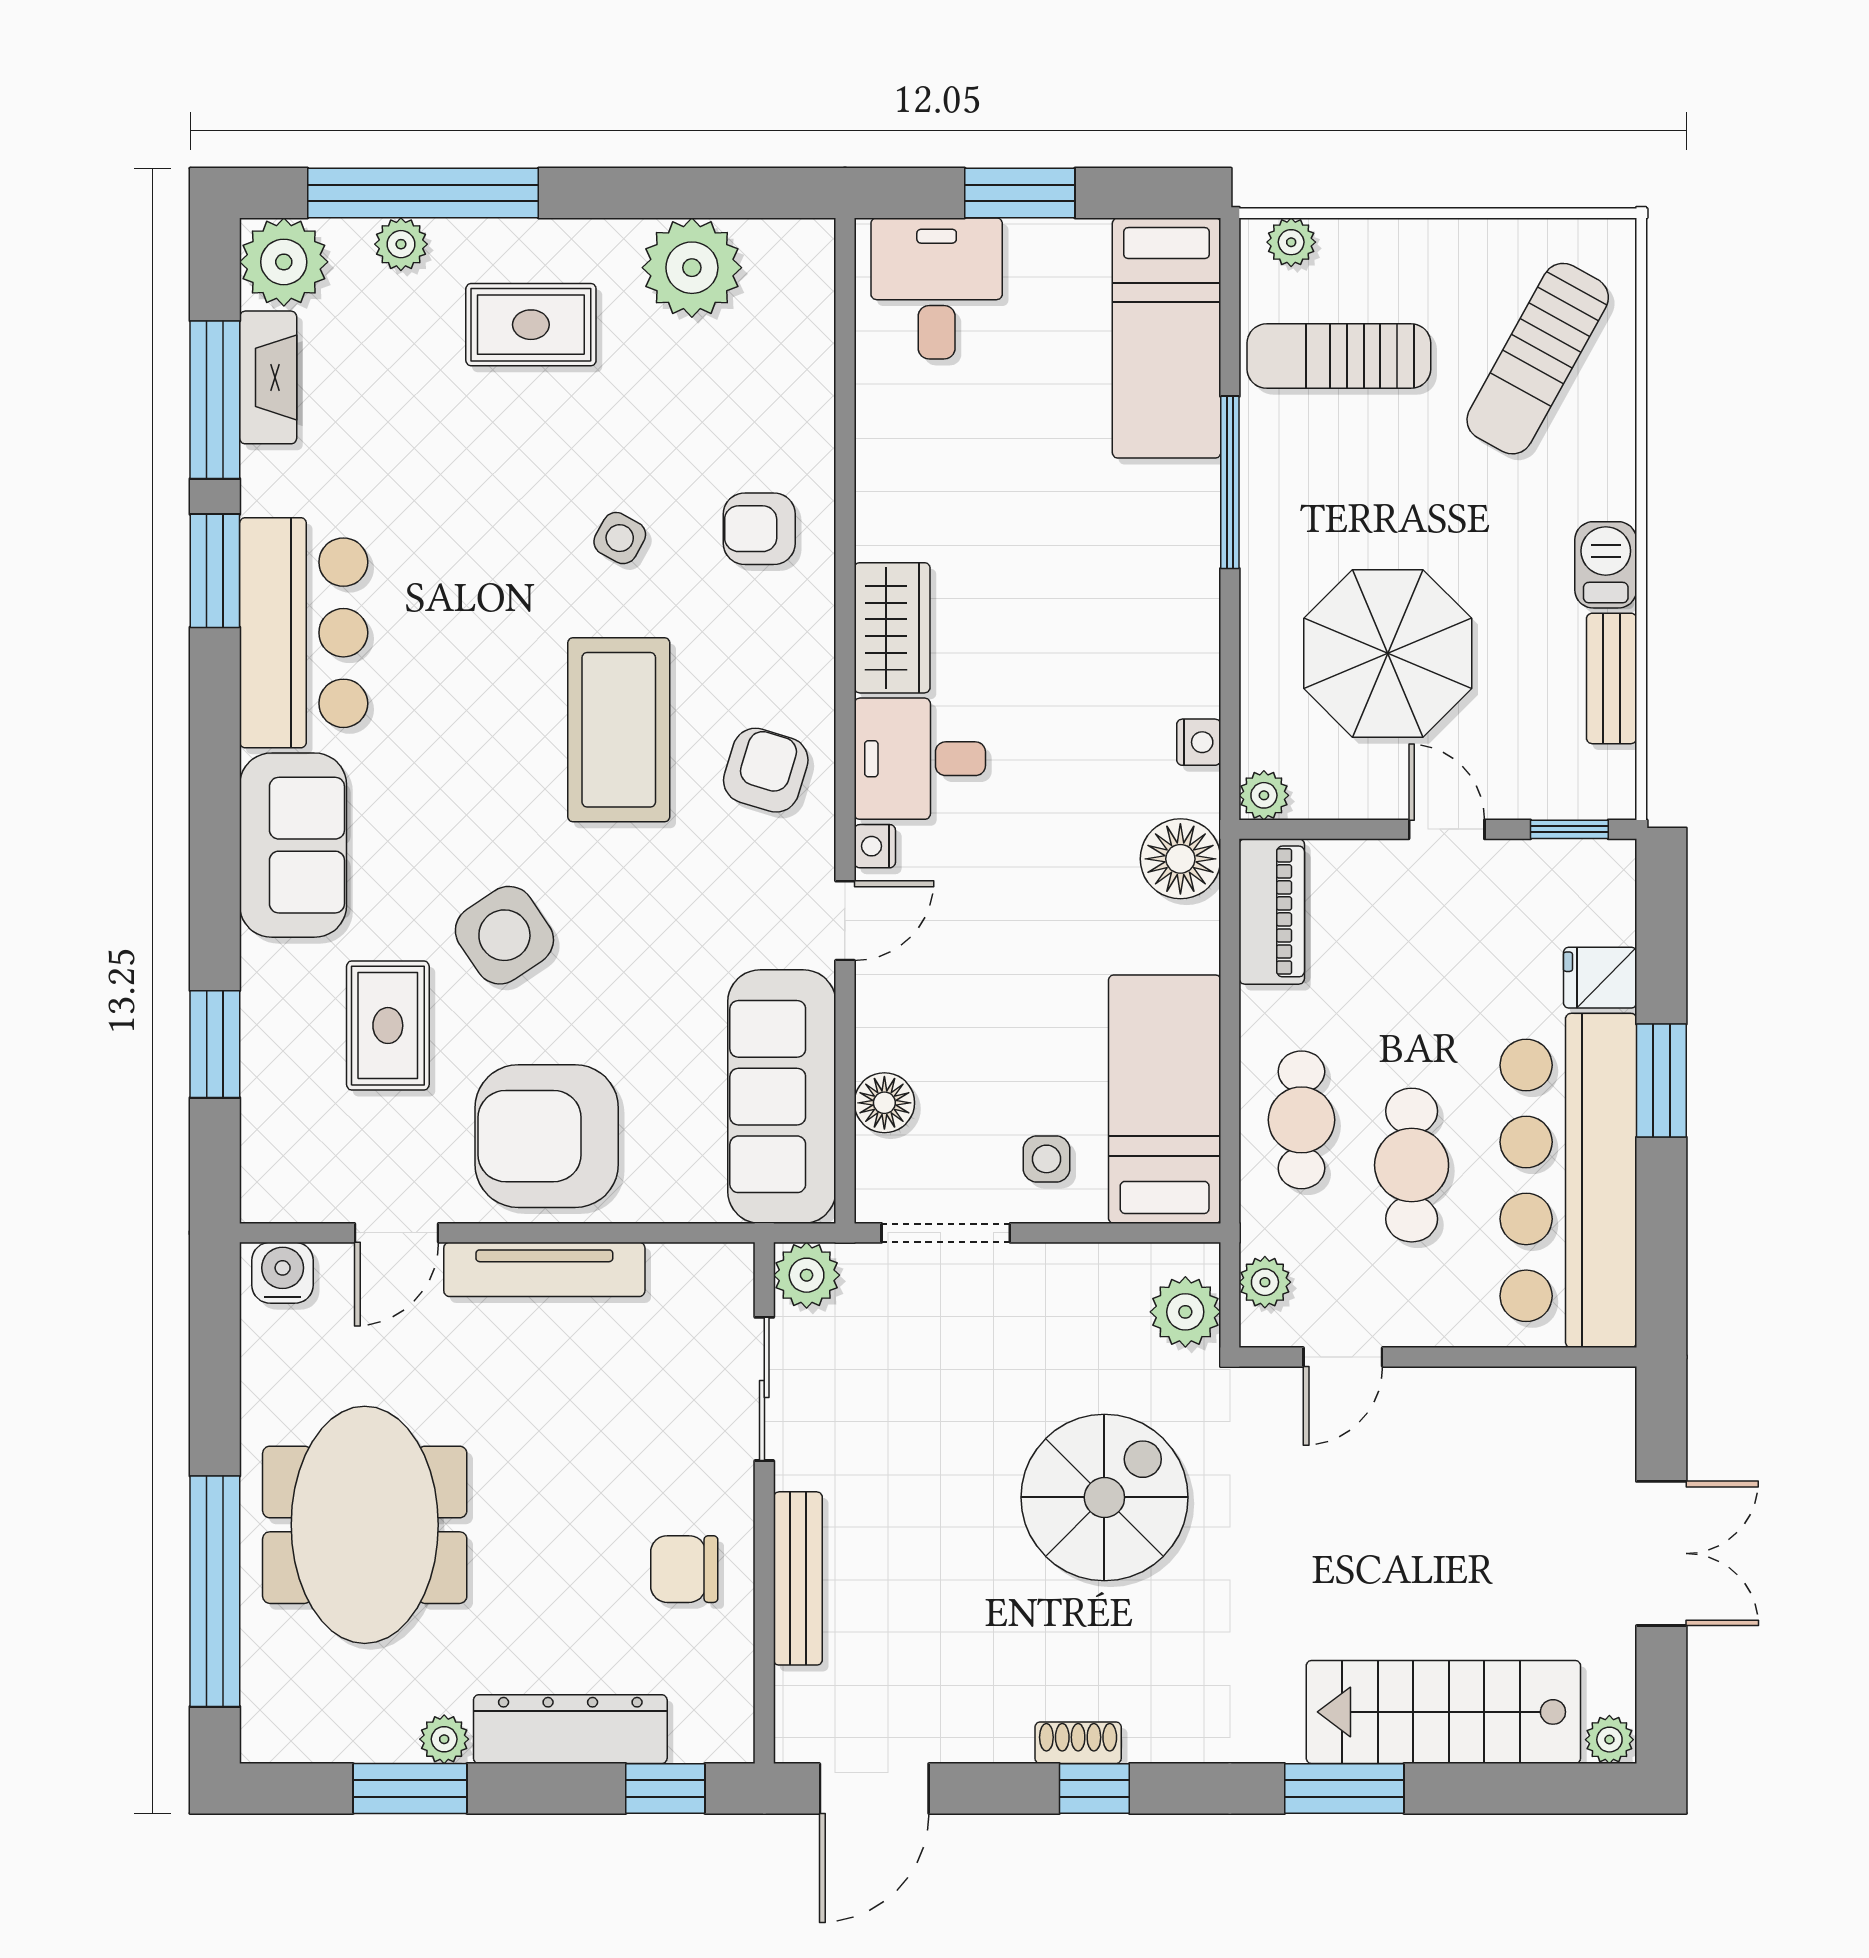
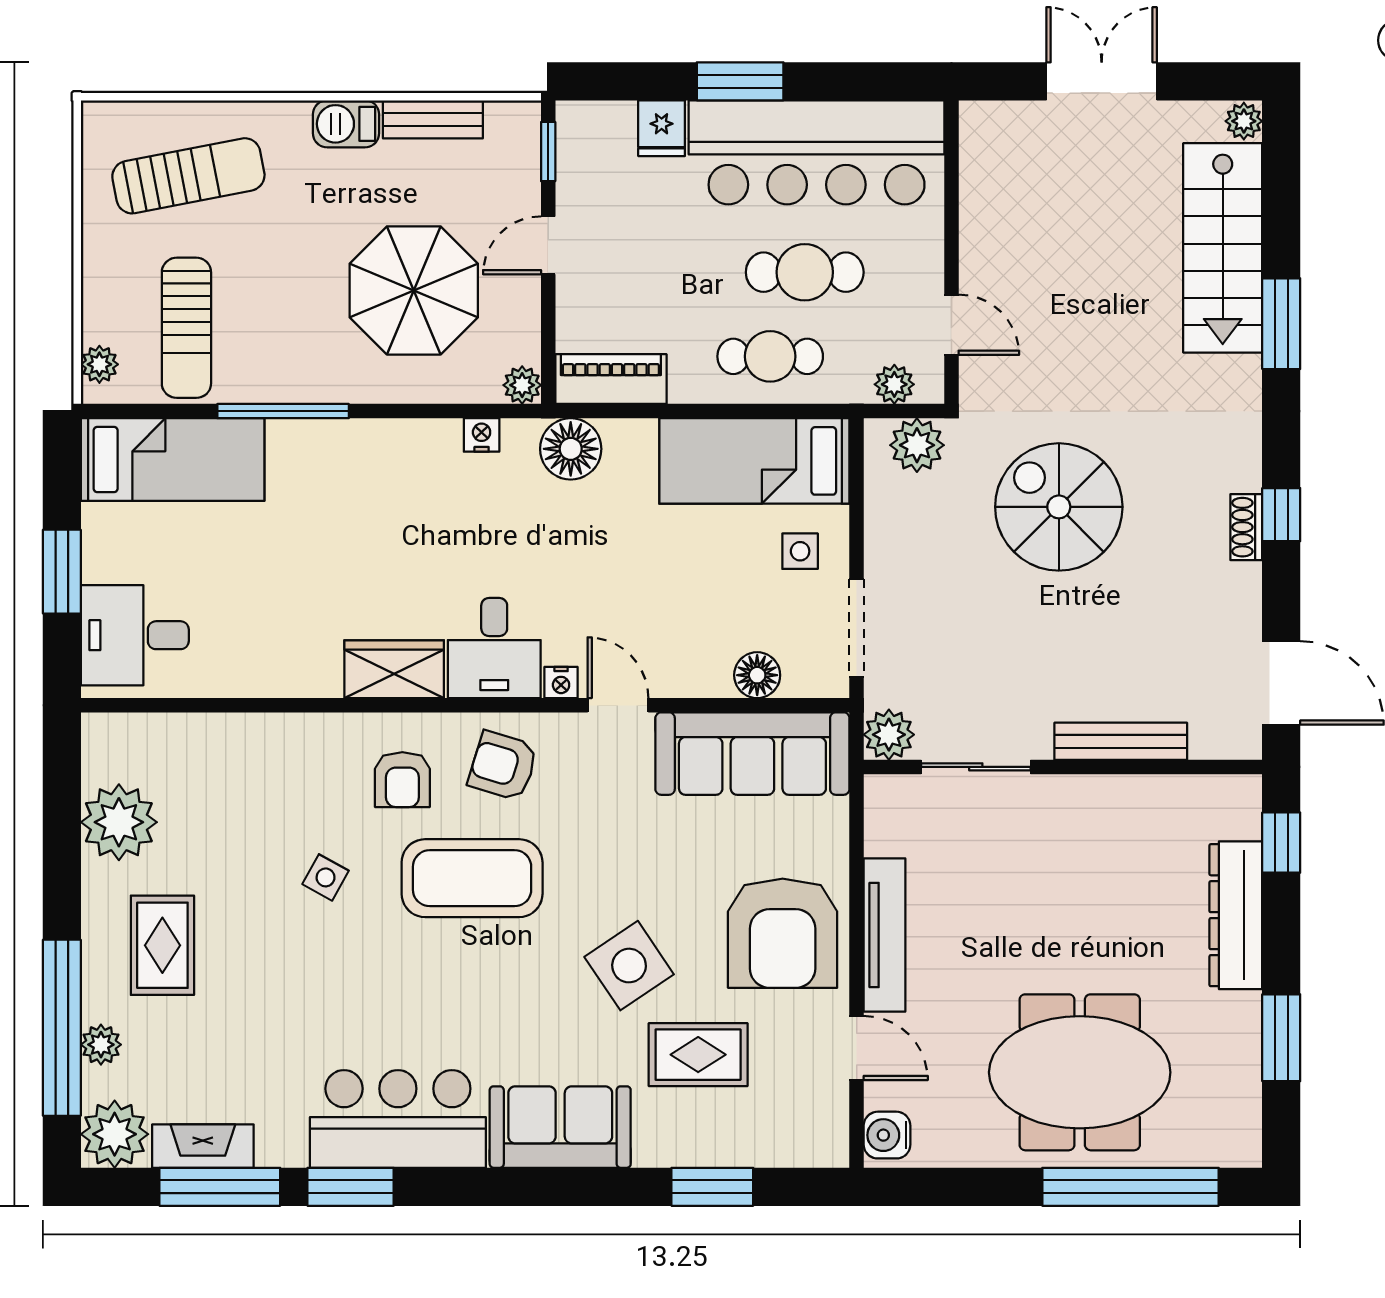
sun lounger: (1538, 359) -> (188, 176), turned -40
armchair: (759, 529) -> (402, 780), moved
chair: (684, 1569) -> (1114, 828), removed
plant: (444, 1739) -> (1244, 1012), removed

